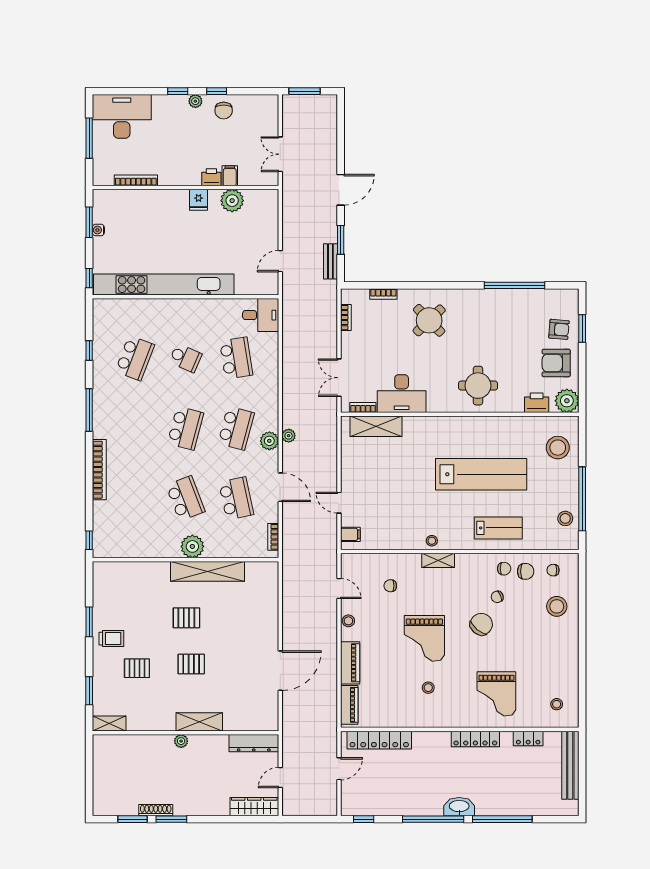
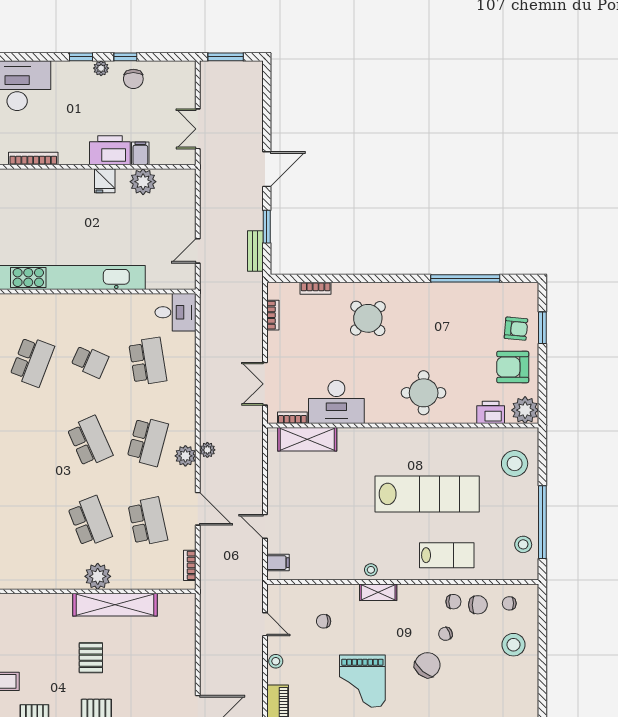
printer: (211, 177) -> (110, 150), width x1.87, depth x1.48
school desk: (185, 428) -> (90, 441), turned -39
pallet: (186, 618) -> (91, 658), turned 90

